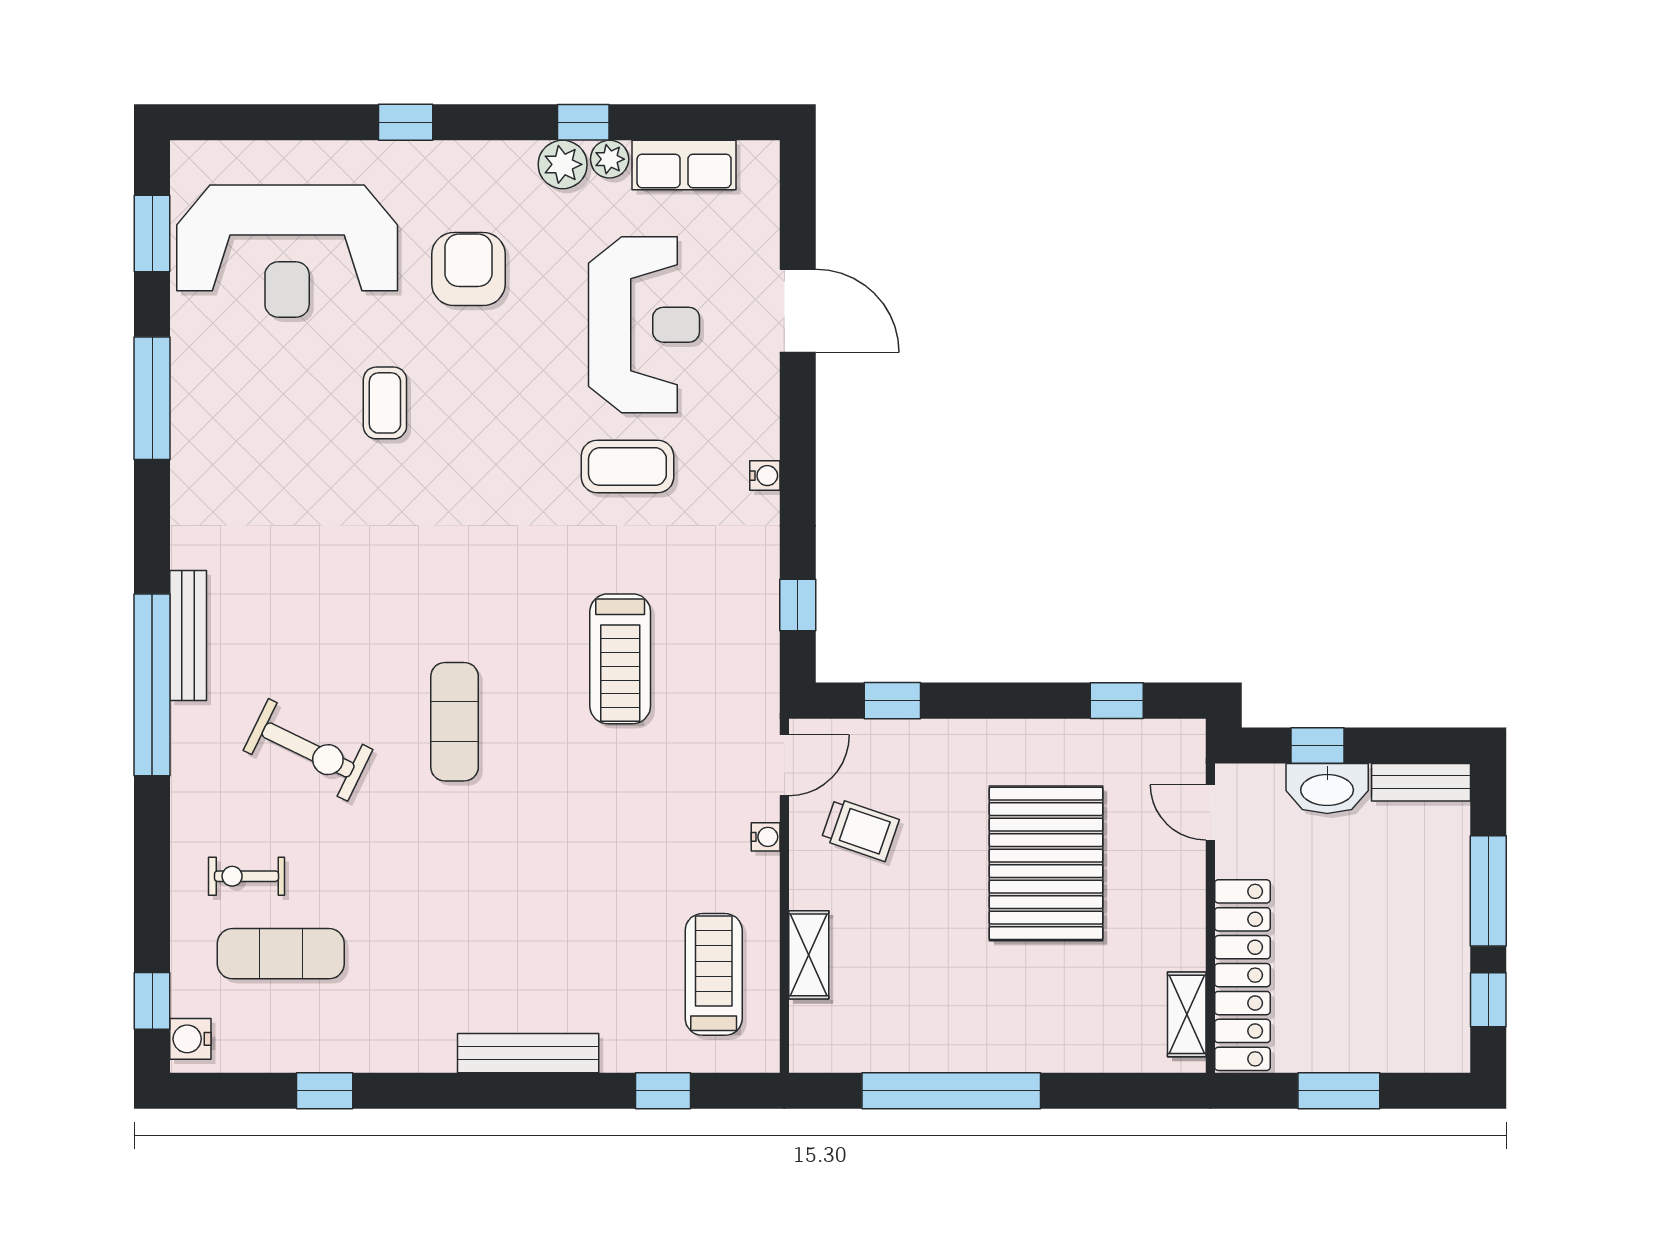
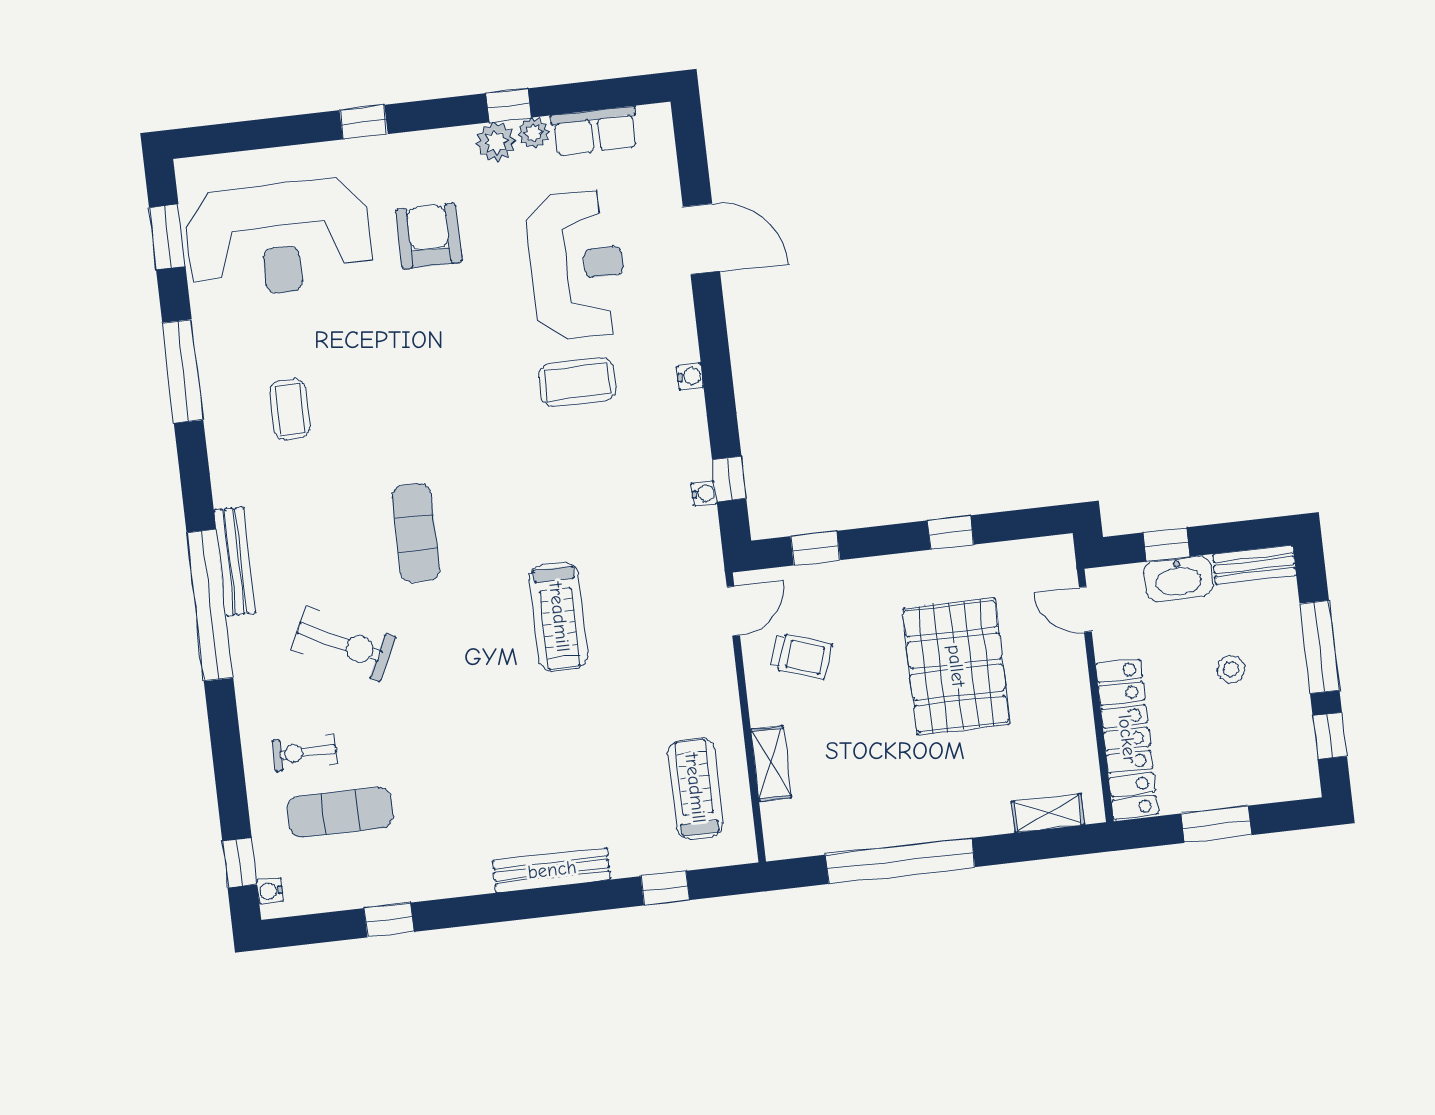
coffee table: (385, 403) -> (290, 409), moved
treadmill: (620, 659) -> (559, 617), moved
window: (1117, 701) -> (951, 532), moved
exercise mat: (455, 722) -> (416, 533), moved
water cooler: (766, 837) -> (704, 493), moved
stool: (1378, 905) -> (1231, 669), added
shelving: (1187, 1014) -> (1048, 813), moved, turned 90
water cooler: (190, 1039) -> (270, 891), width x0.72, depth x0.72

